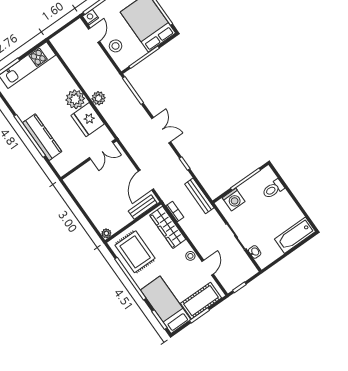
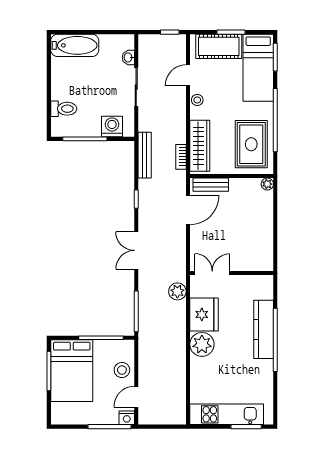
plant: (98, 98) -> (177, 291), moved

